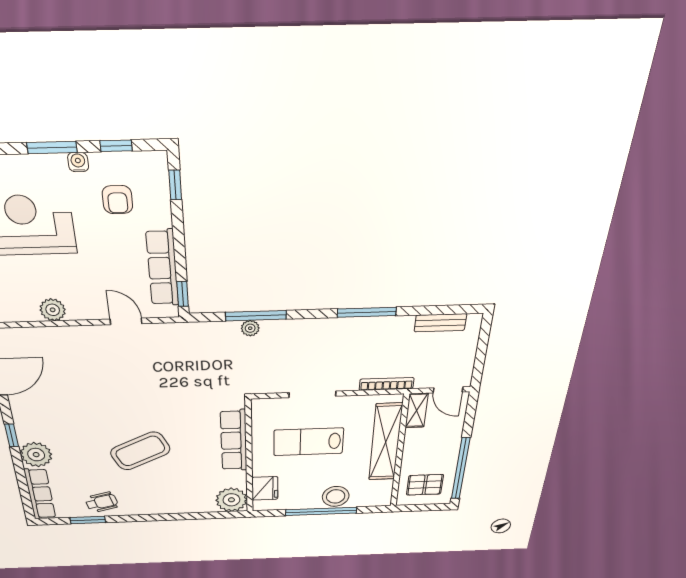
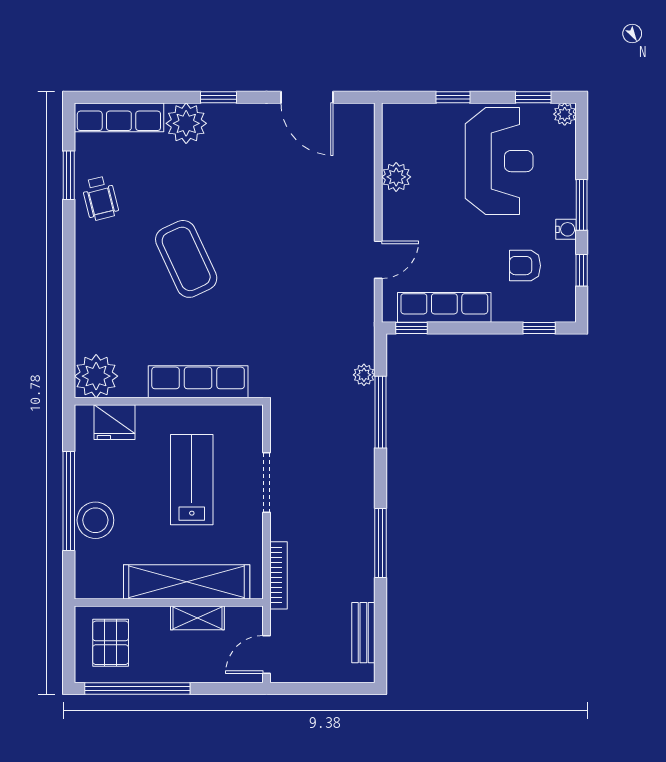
plant: (250, 328) -> (364, 375), moved
shelving: (417, 410) -> (197, 618), moved

